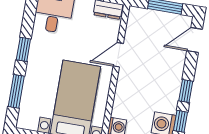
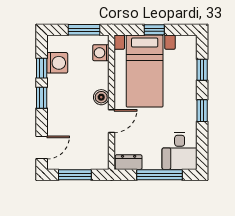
boiler: (125, 81) -> (101, 97), added
window: (16, 91) -> (202, 70), width x0.67

